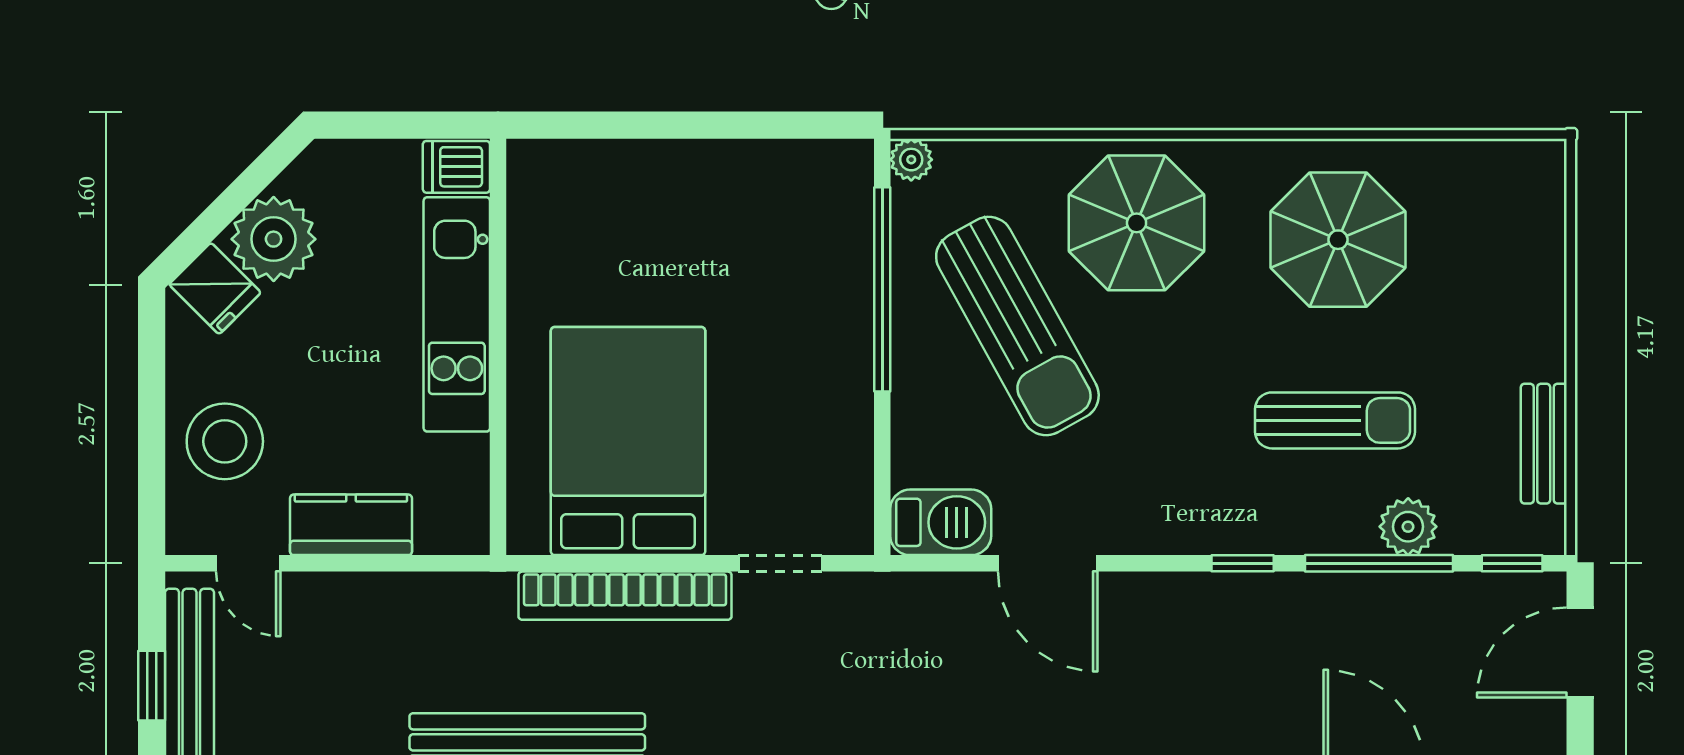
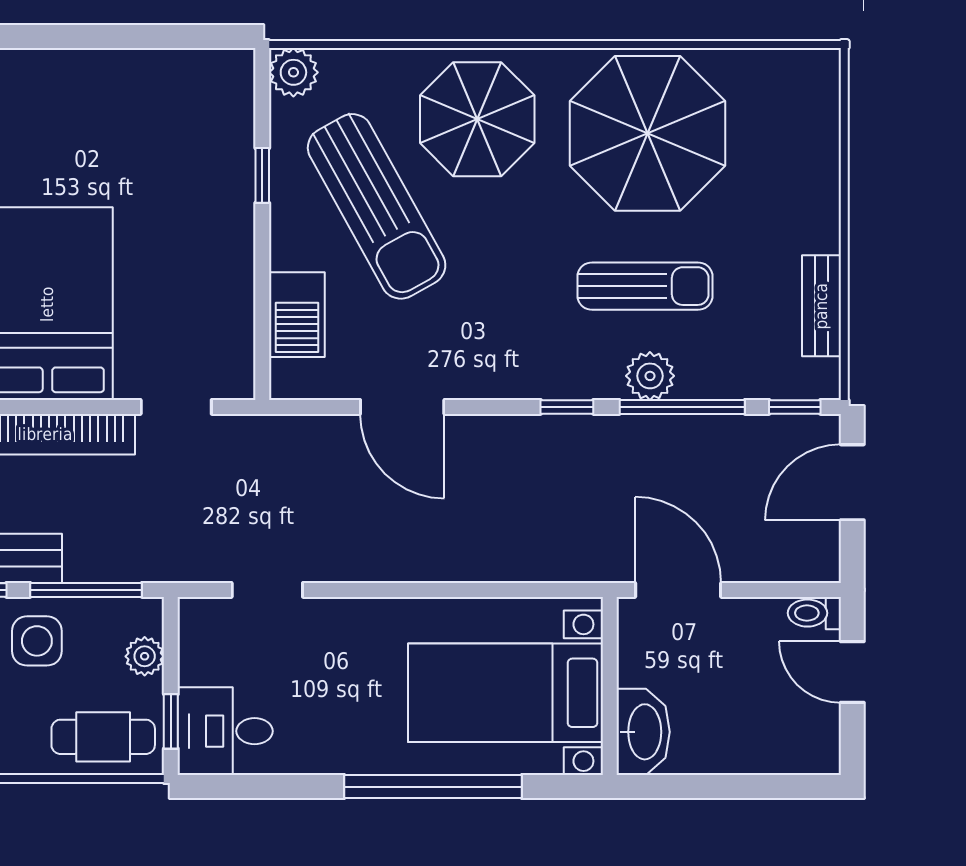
plant: (911, 160) -> (293, 72), width x1.38, depth x1.38
parasol: (1338, 240) -> (648, 133), width x1.36, depth x1.36
window: (882, 289) -> (262, 175), width x0.32
barbecue: (941, 522) -> (297, 315), moved, turned 90
plant: (1408, 527) -> (650, 376), moved

